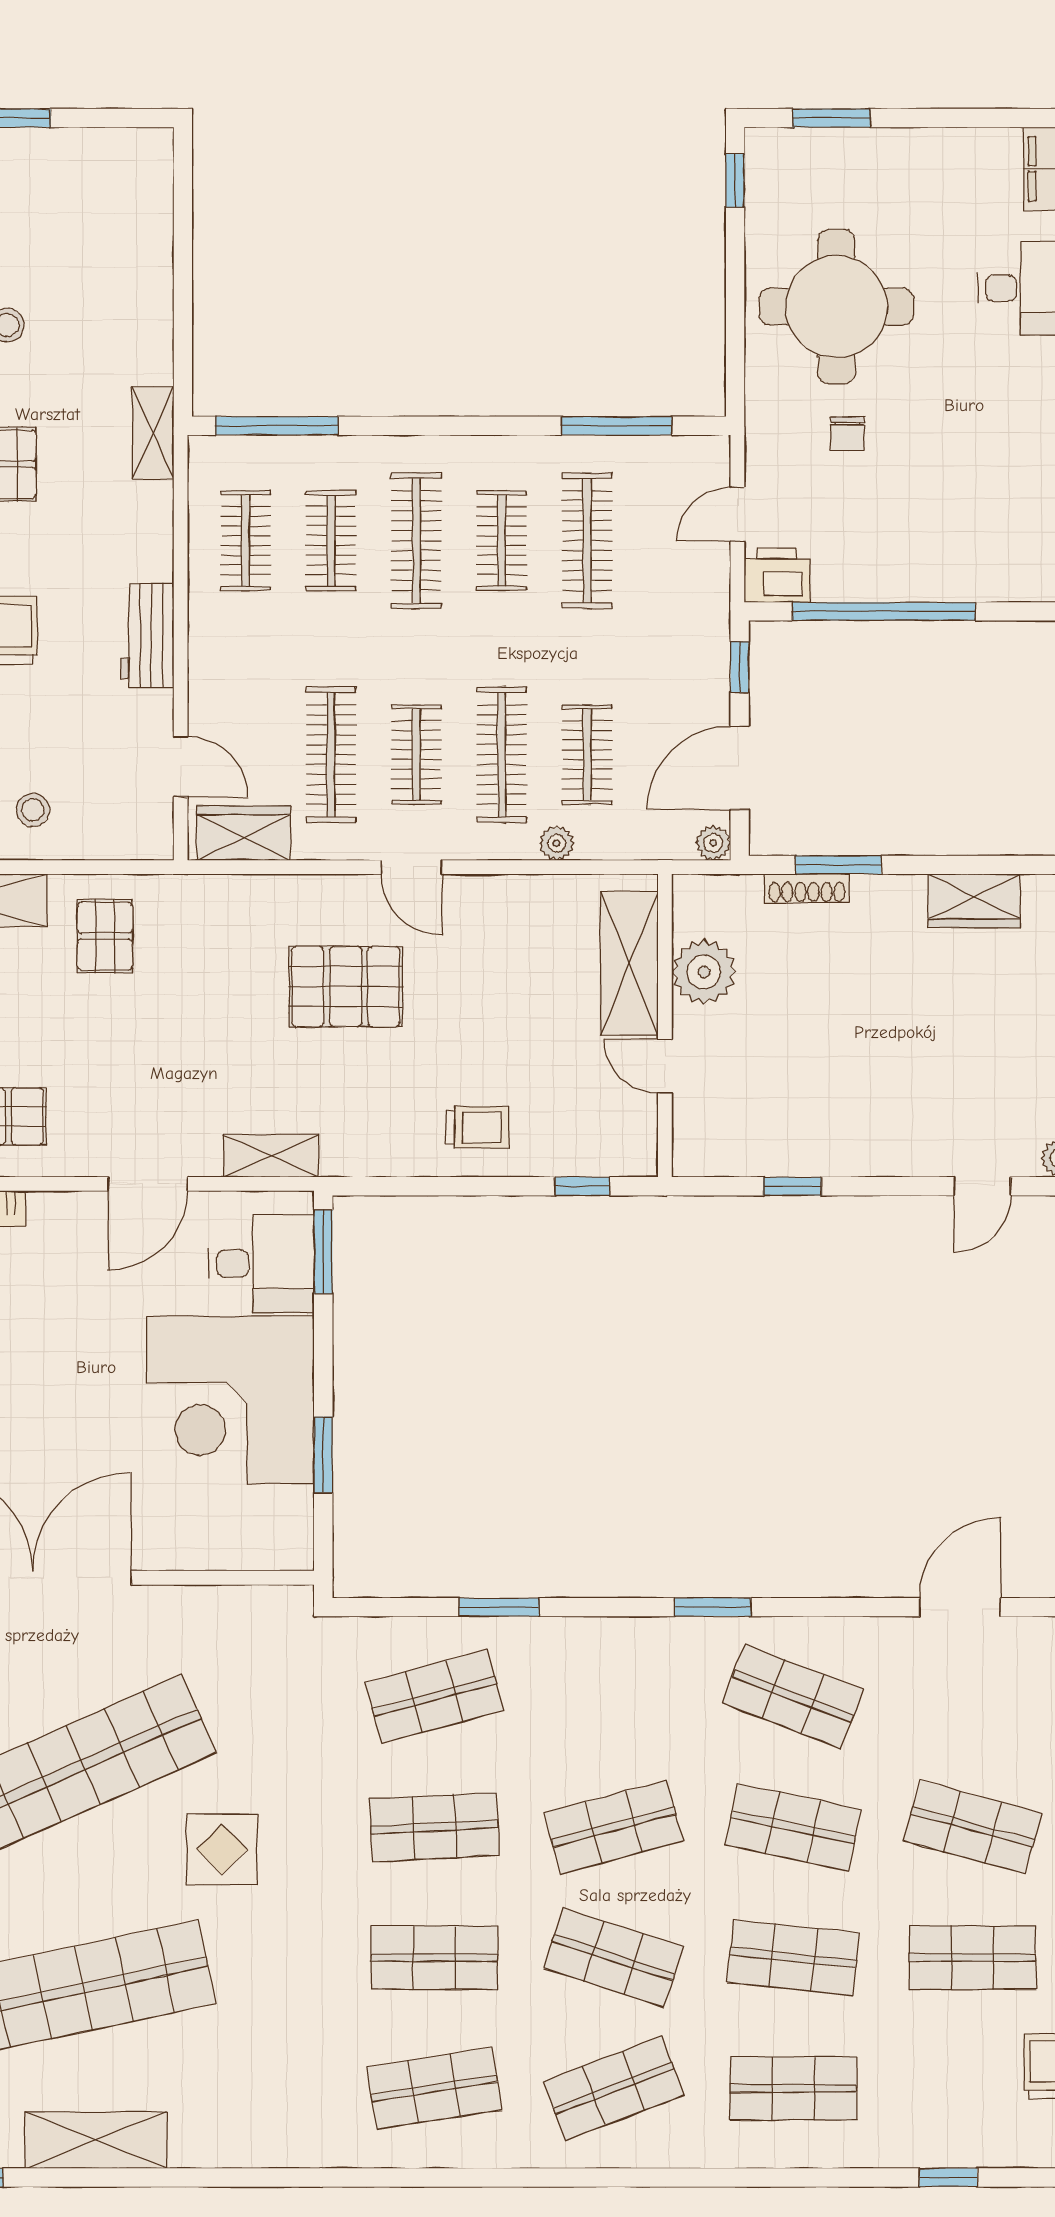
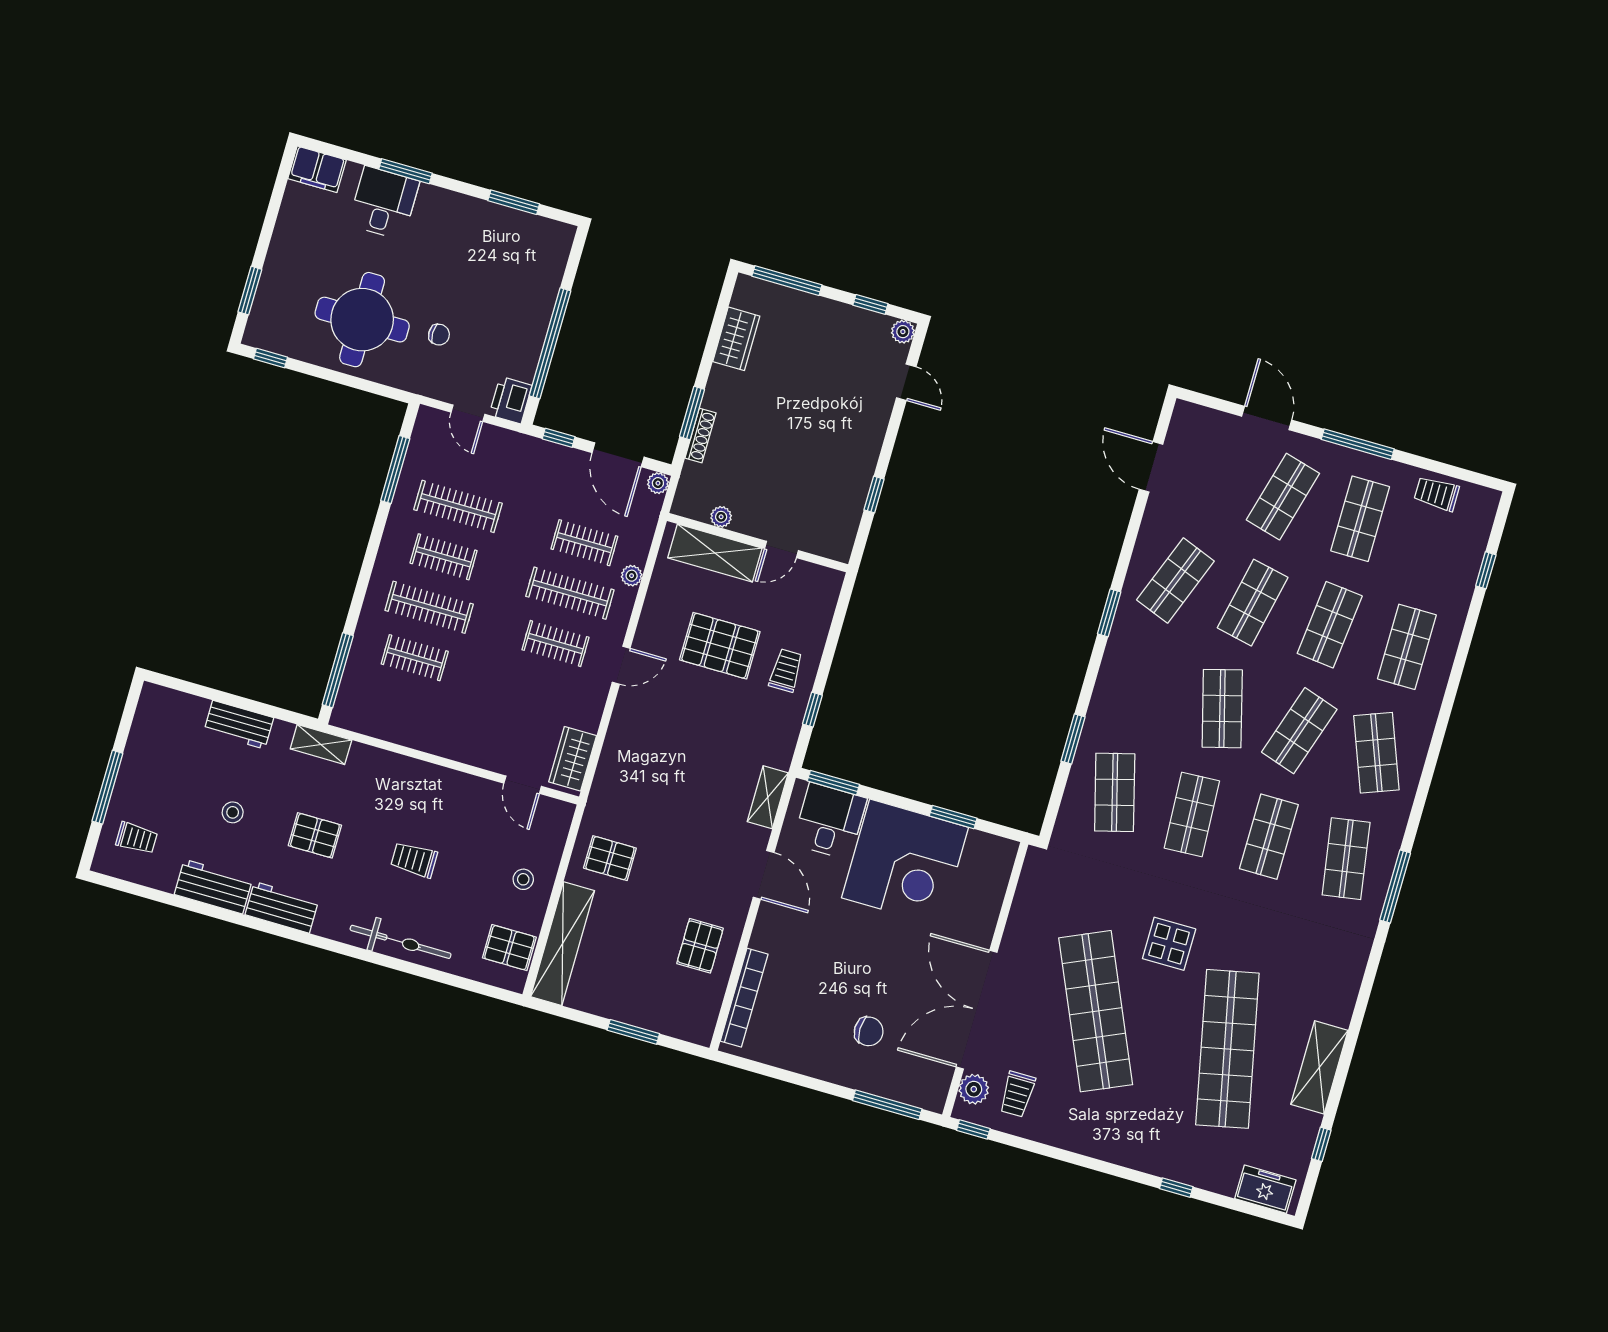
clothes rail: (246, 541) -> (400, 708), removed
workbench: (147, 635) -> (239, 725), moved
clothes rail: (331, 755) -> (541, 694), removed
door: (181, 767) -> (523, 785), swing flipped
plant: (704, 972) -> (721, 517), width x0.53, depth x0.53
pallet: (346, 987) -> (720, 646), moved, turned 90
window: (583, 1186) -> (812, 710), moved
window: (413, 2177) -> (1395, 886), added

